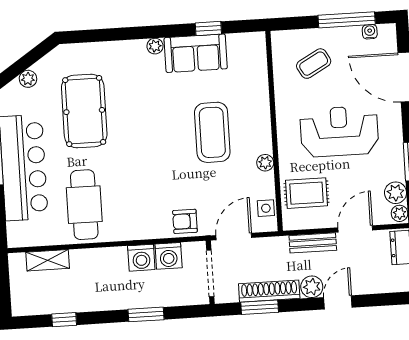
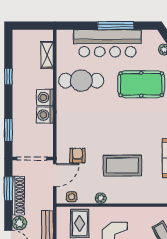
armchair: (185, 221) -> (77, 155), moved
door: (234, 237) -> (55, 175), hinge flipped
washing machine: (169, 256) -> (45, 98), moved
window: (146, 314) -> (8, 130), moved
window: (64, 320) -> (8, 77), moved

